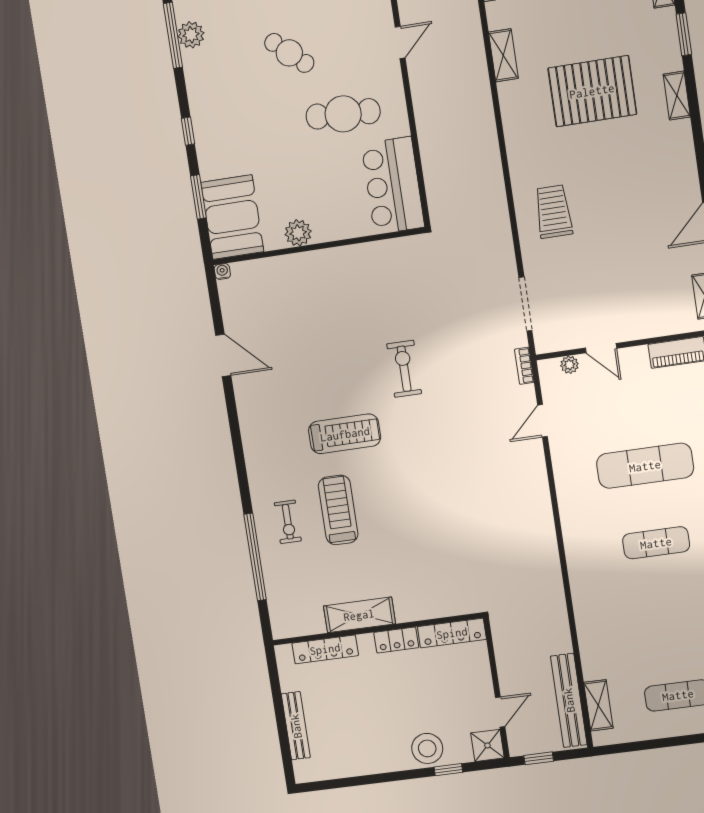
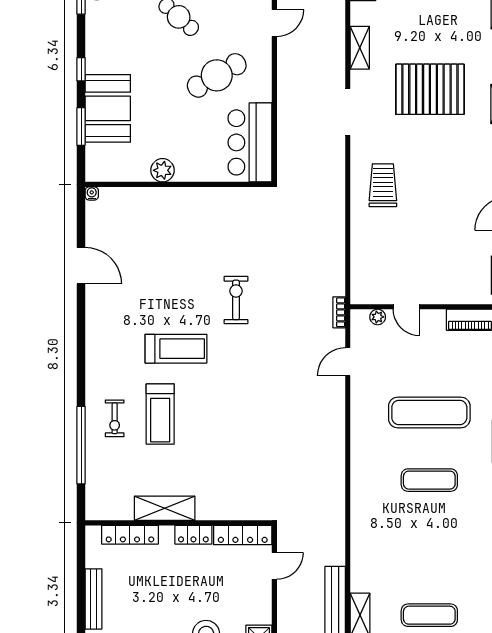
cafe table: (343, 114) -> (217, 75), turned -33
booth: (232, 217) -> (108, 108), moved
doorway: (525, 304) -> (348, 112), moved
treadmill: (338, 510) -> (160, 414), turned 180
door: (500, 712) -> (274, 566), moved

